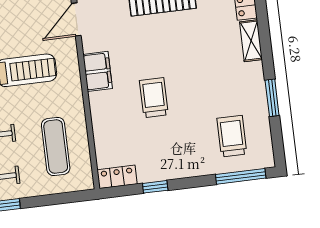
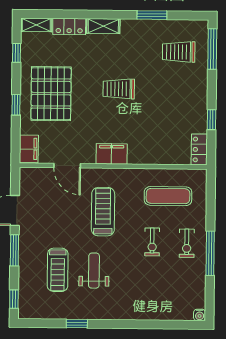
trolley: (154, 98) -> (119, 89), moved

